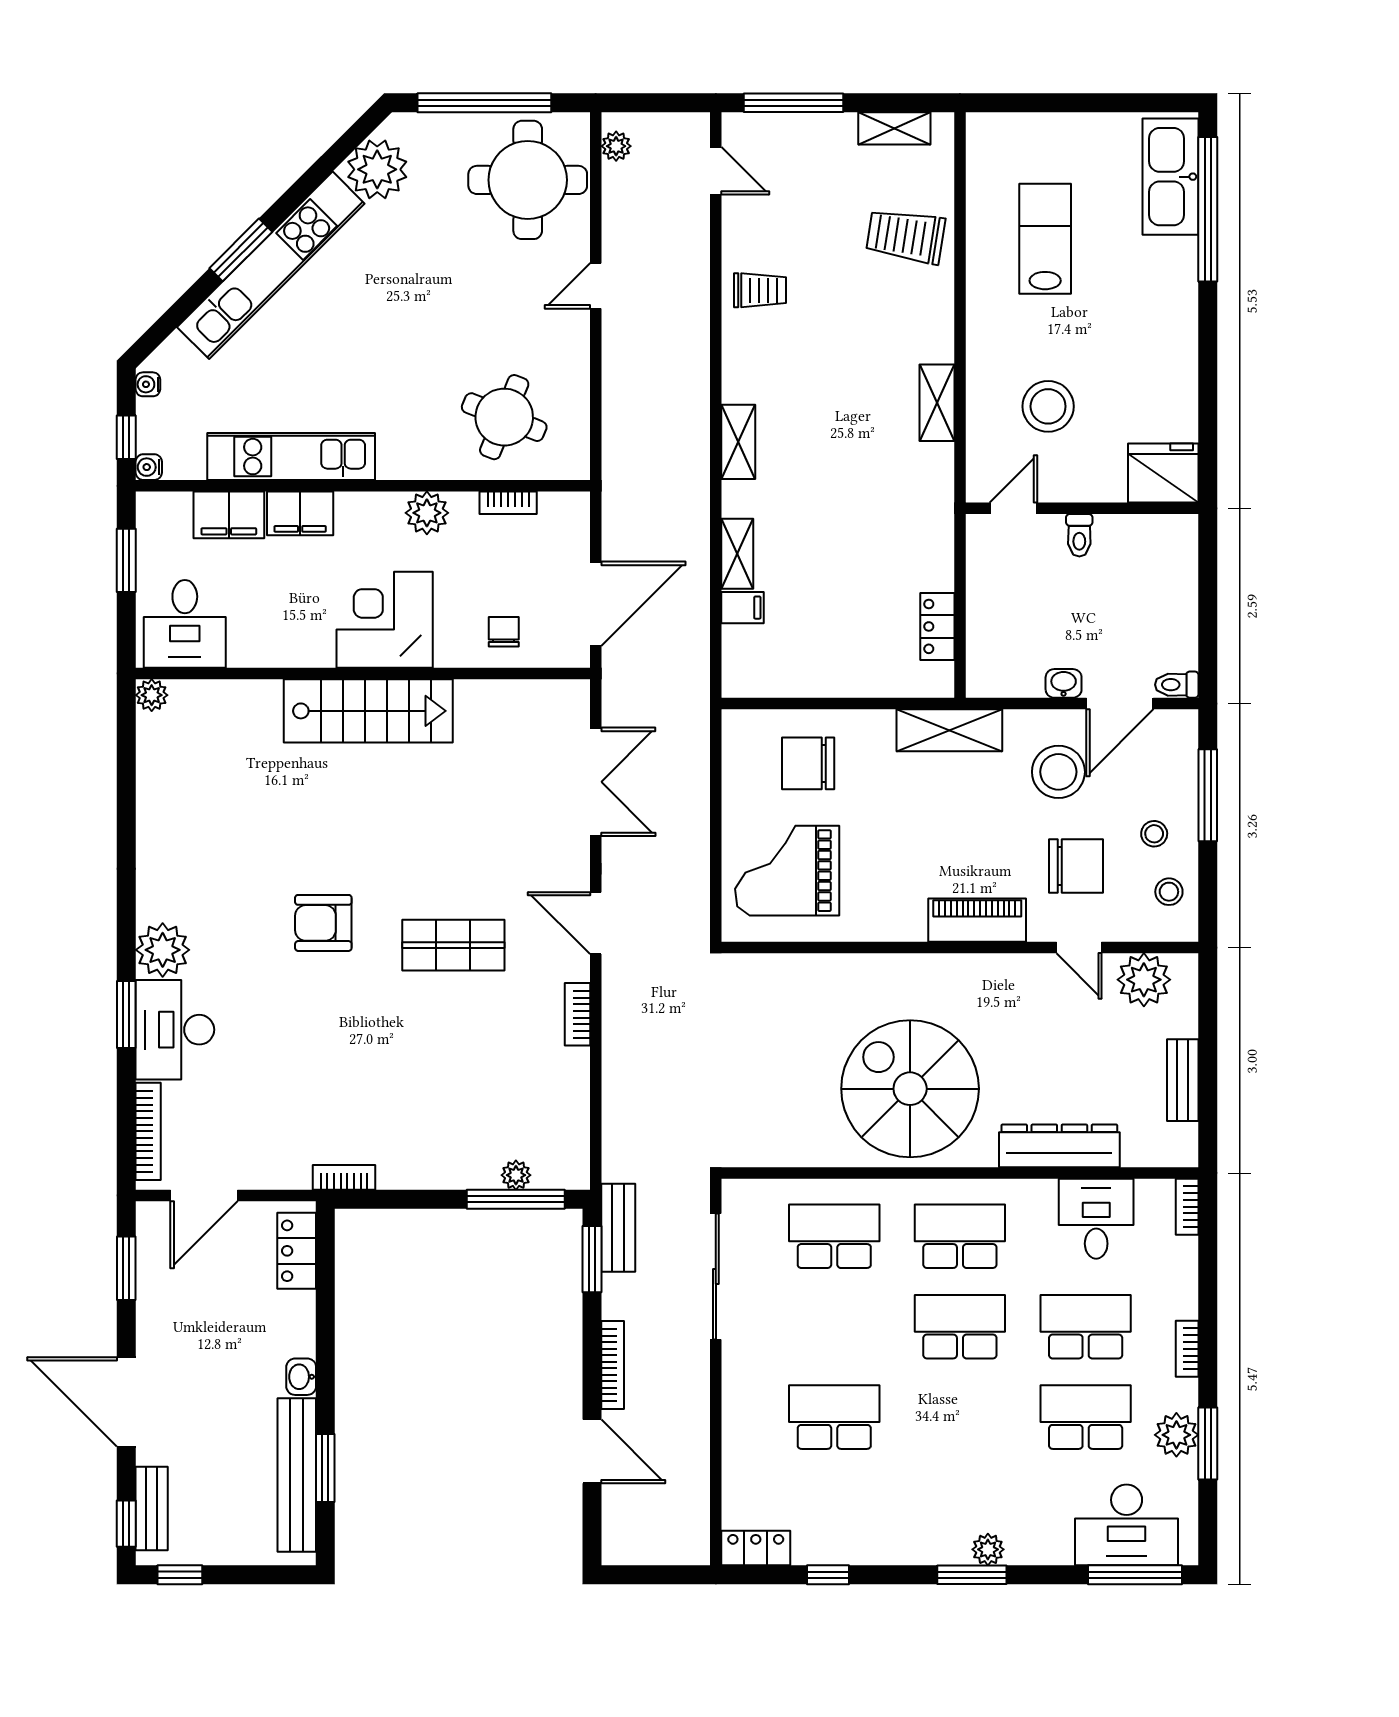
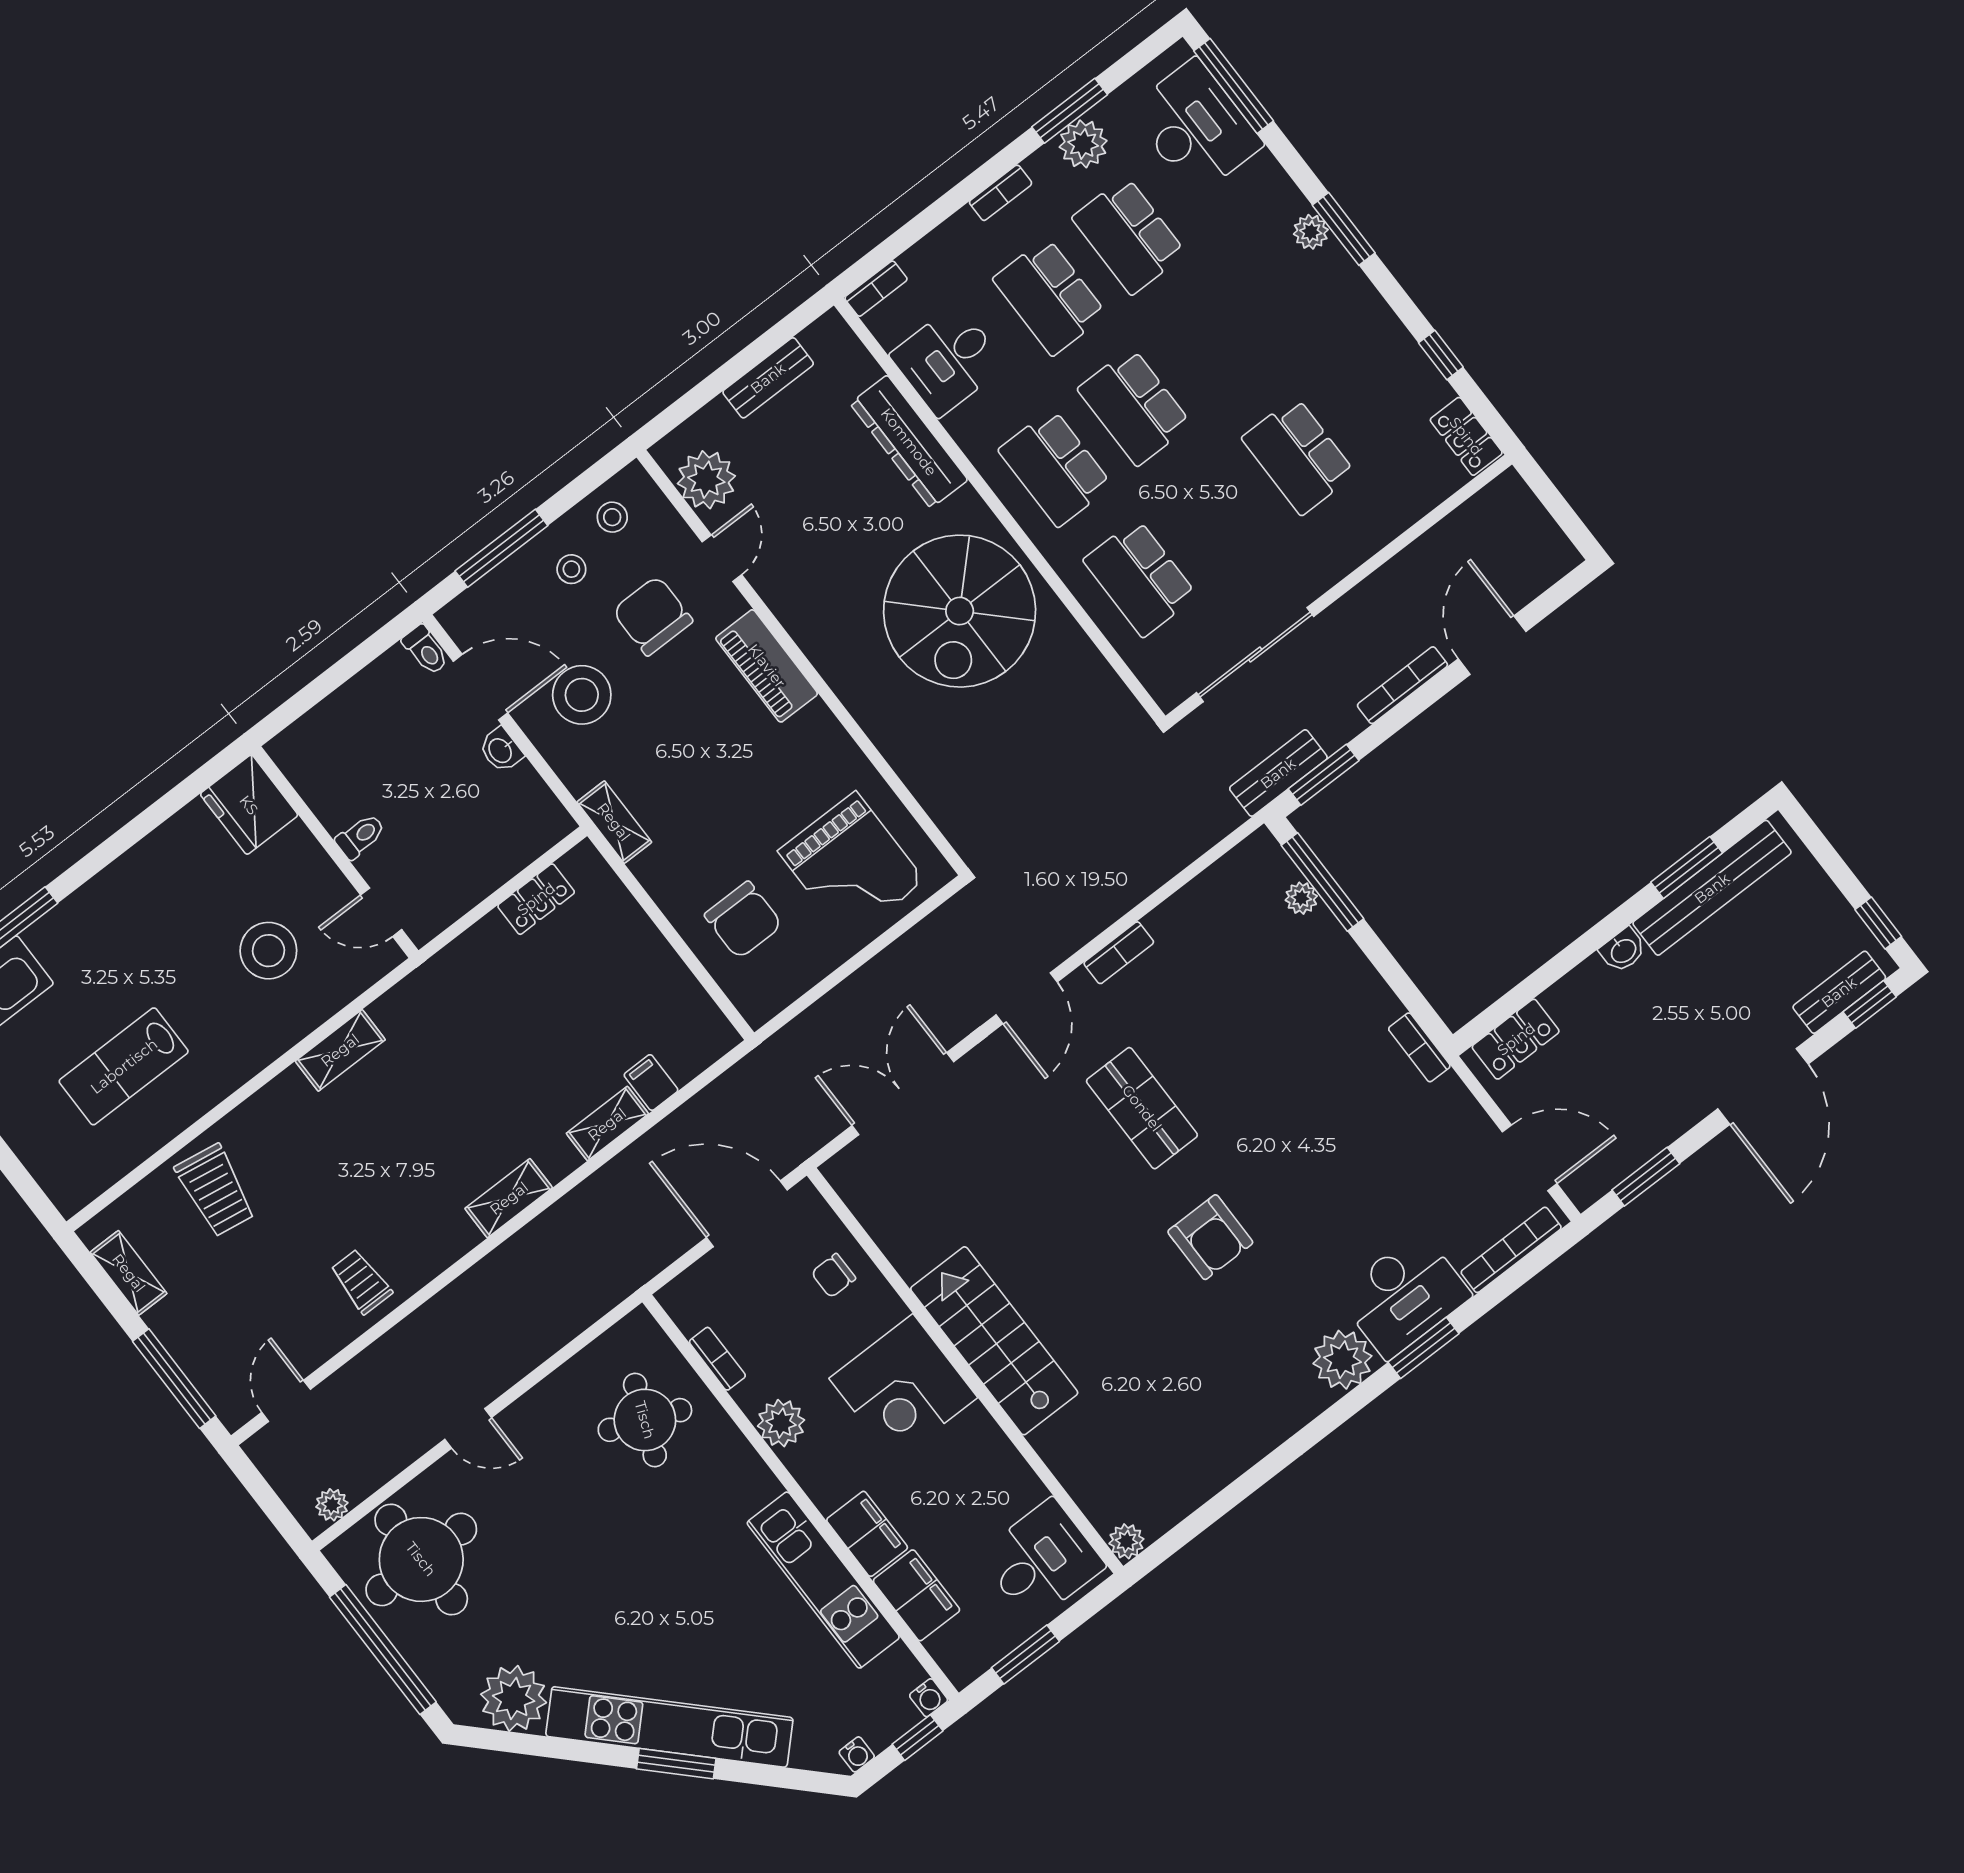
shelving: (949, 730) -> (614, 822), width x0.67, depth x0.75

